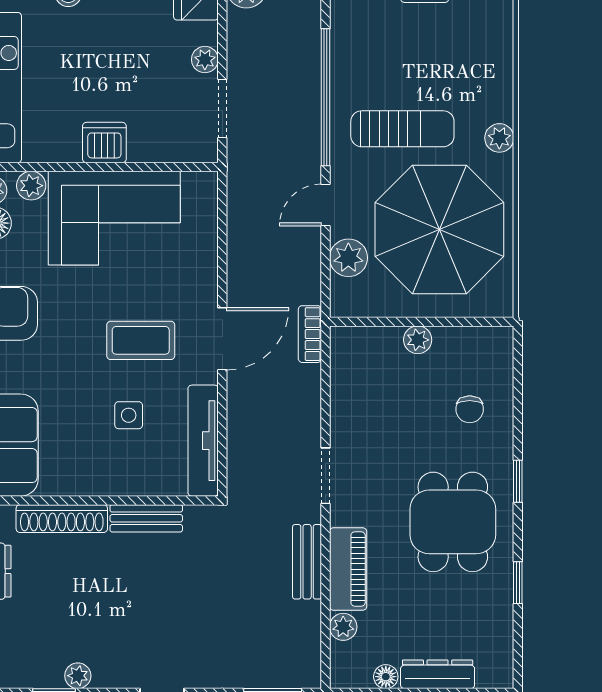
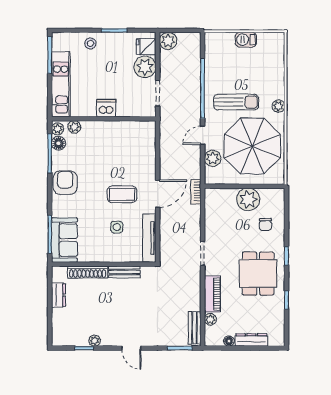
plant: (205, 60) -> (145, 67), width x1.88, depth x1.88
corner sofa: (114, 218) -> (111, 141), removed
plant: (418, 340) -> (248, 199), width x1.87, depth x1.87
bench: (307, 562) -> (195, 328), moved

